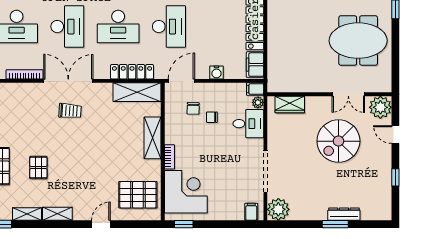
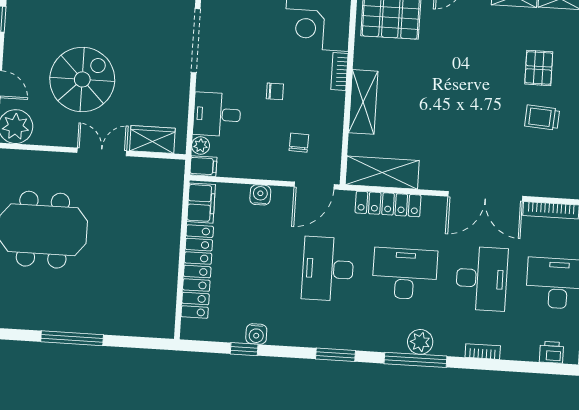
desk: (67, 27) -> (482, 279), turned 180
double door: (348, 94) -> (102, 152), moved
trolley: (70, 111) -> (542, 118), moved
chair: (212, 117) -> (275, 91), moved

